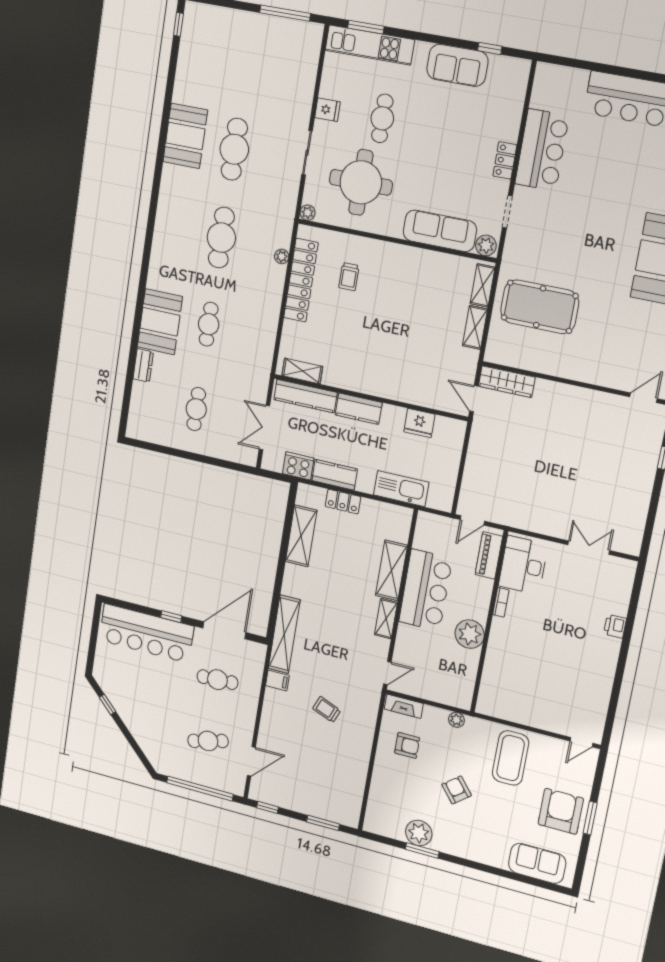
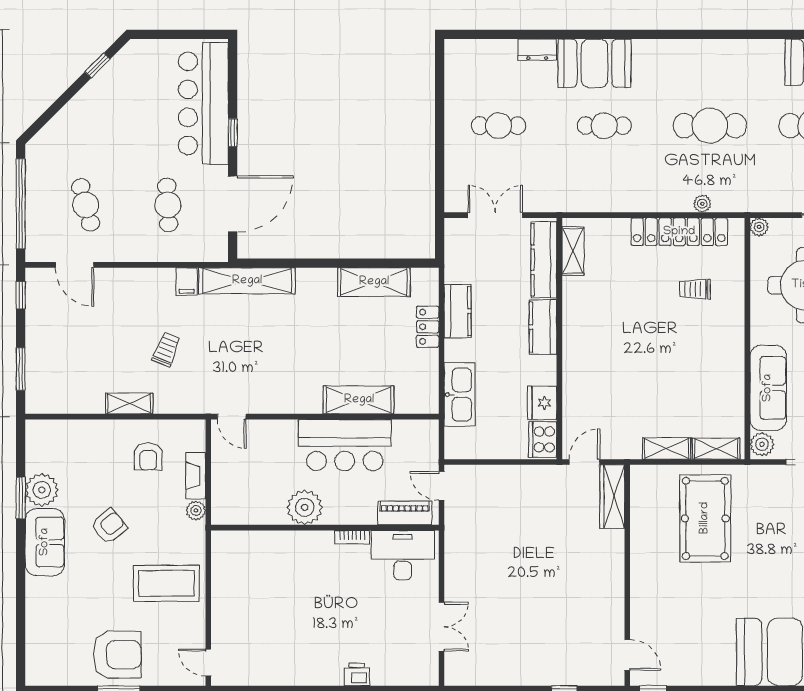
cooker: (298, 466) -> (543, 439), moved, turned 180
shelving: (386, 619) -> (129, 403), moved
door: (224, 630) -> (233, 204), hinge flipped
fireplace: (404, 706) -> (196, 476), moved
sofa: (537, 863) -> (45, 542), moved

